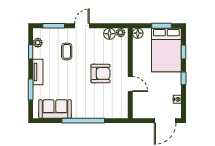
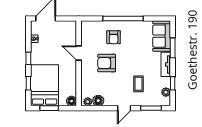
armchair: (93, 101) -> (114, 37), added
sofa: (55, 109) -> (162, 36), moved, turned 90

